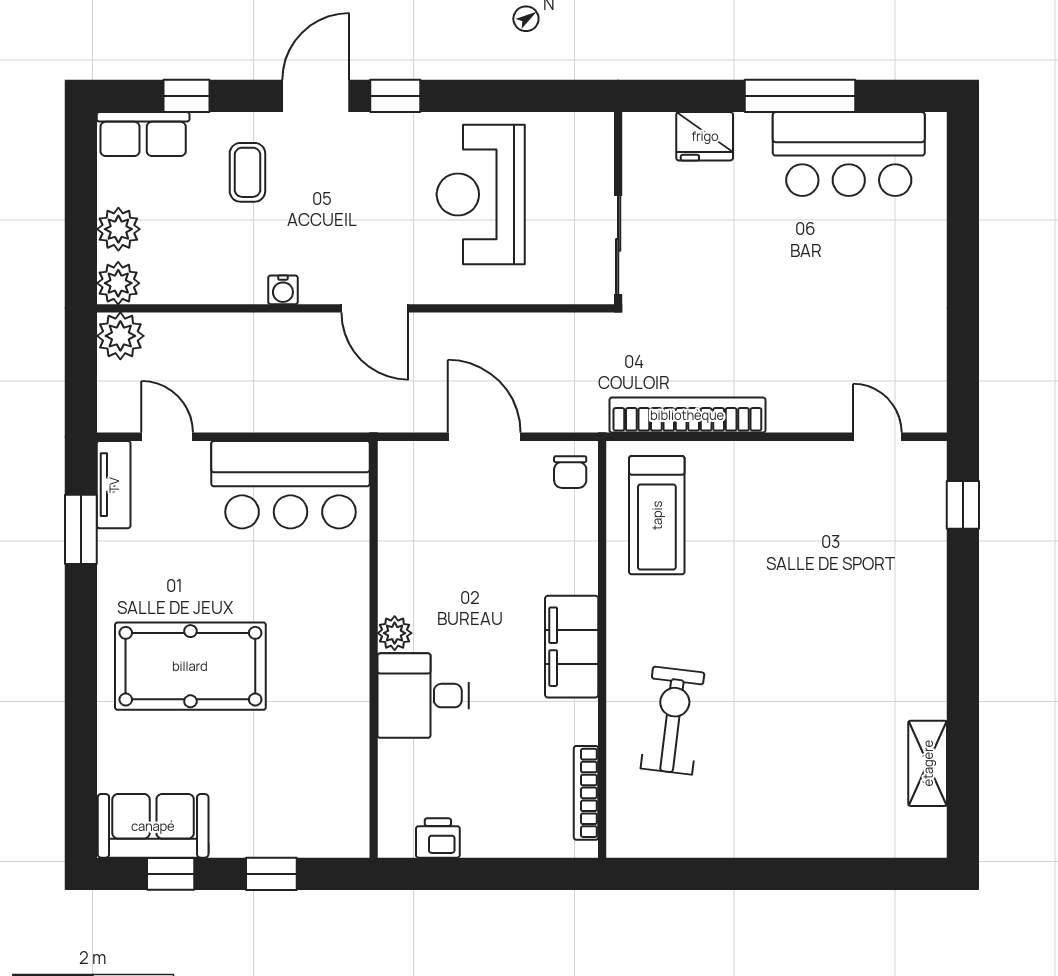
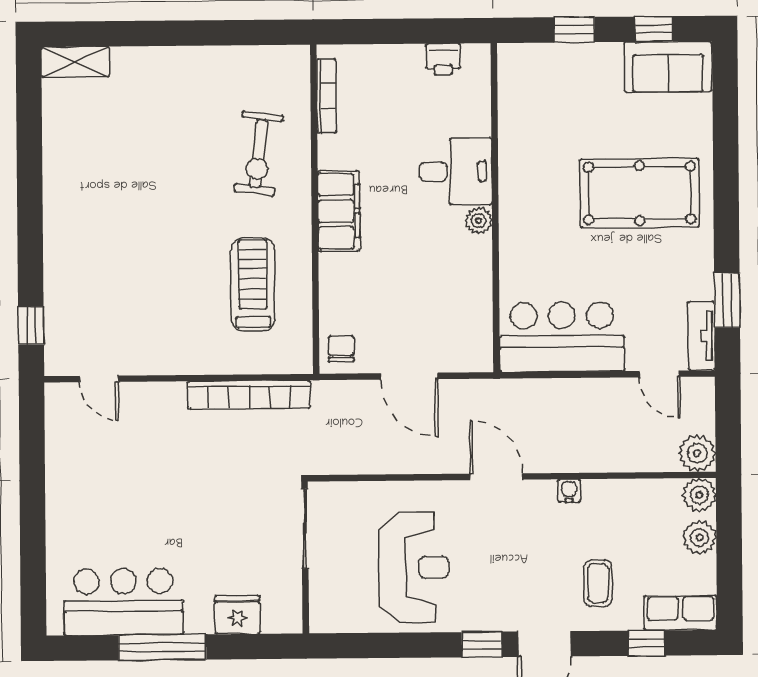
treadmill: (657, 515) -> (253, 285), moved
shelving: (928, 763) -> (75, 62), moved, turned 90

